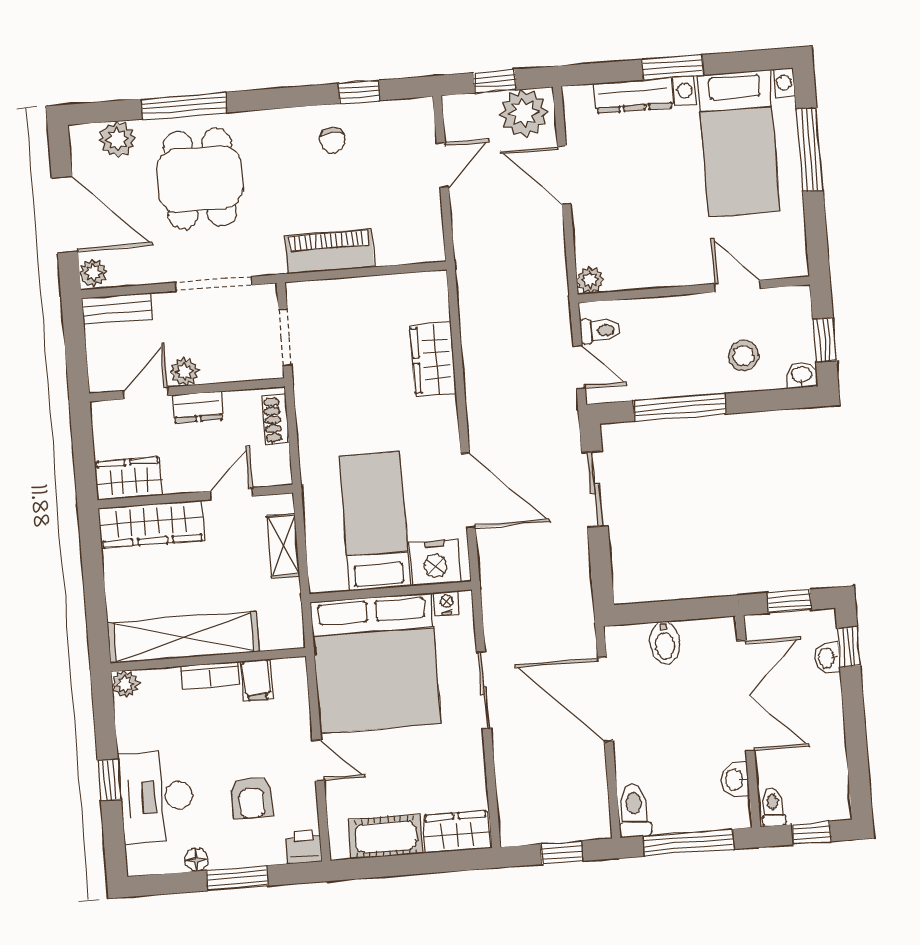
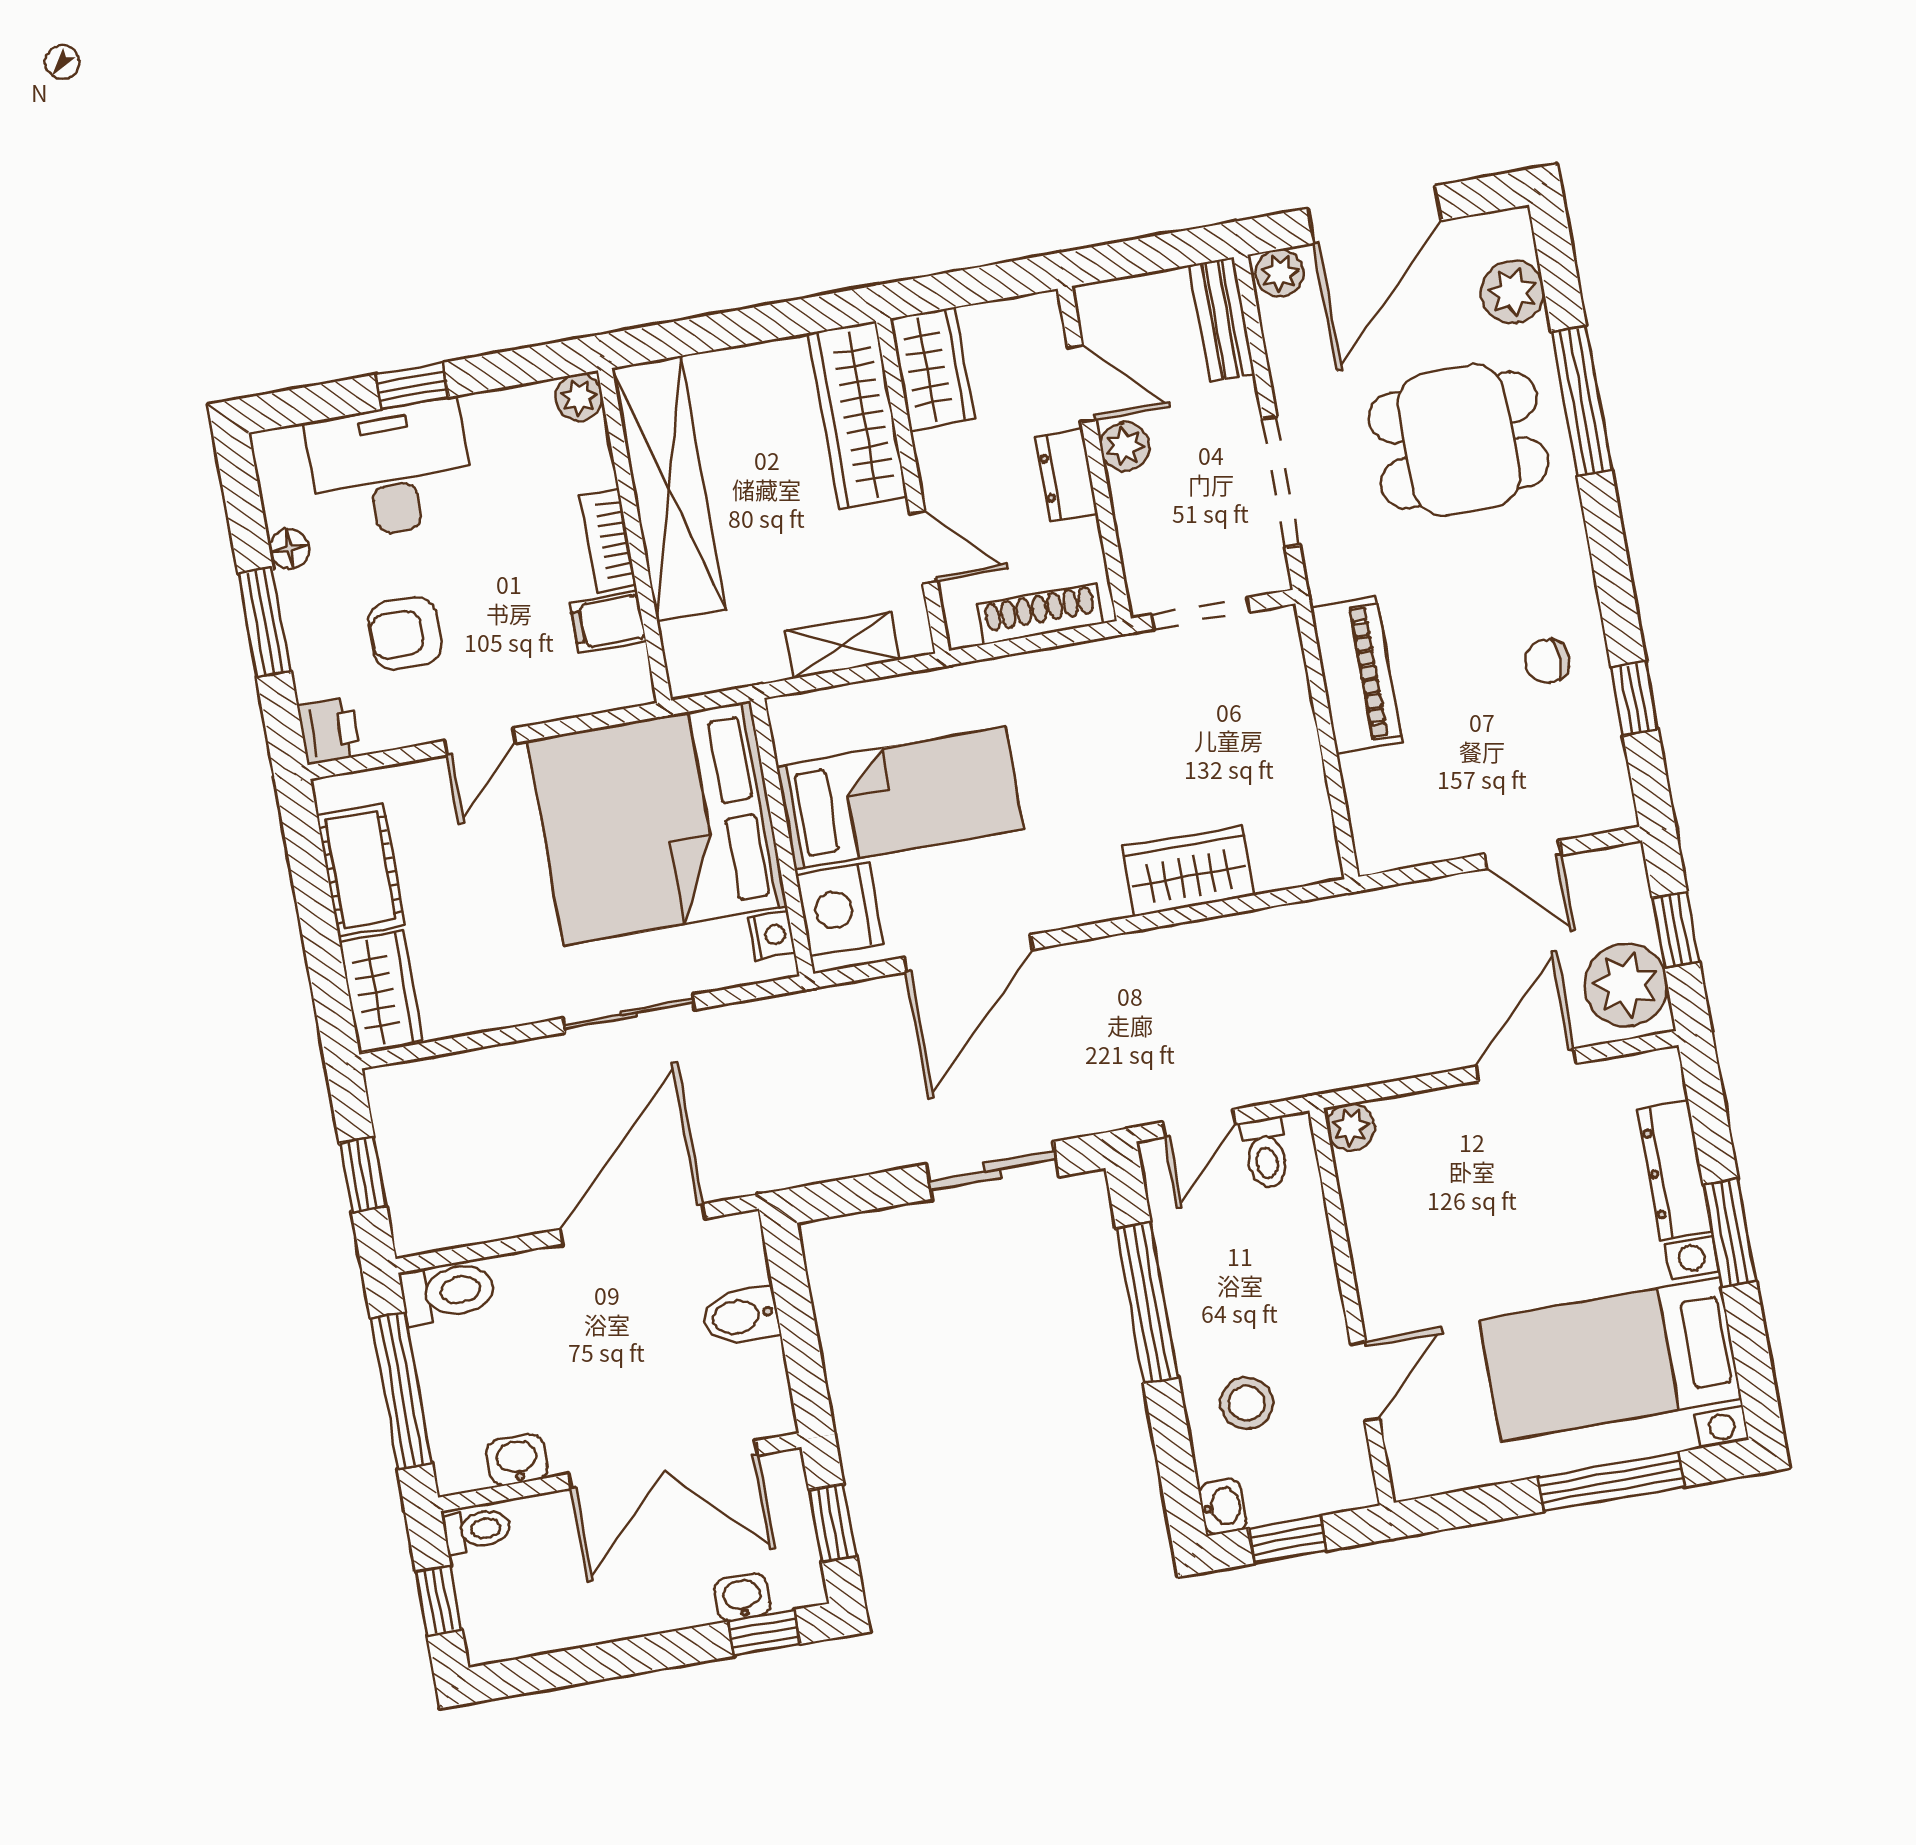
shoe rack: (276, 420) -> (1040, 614), width x1.43

